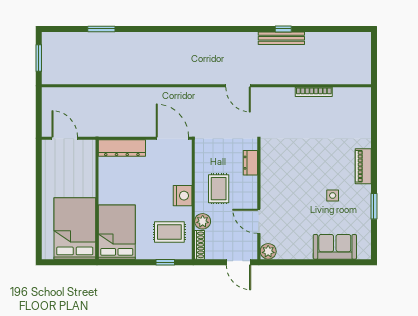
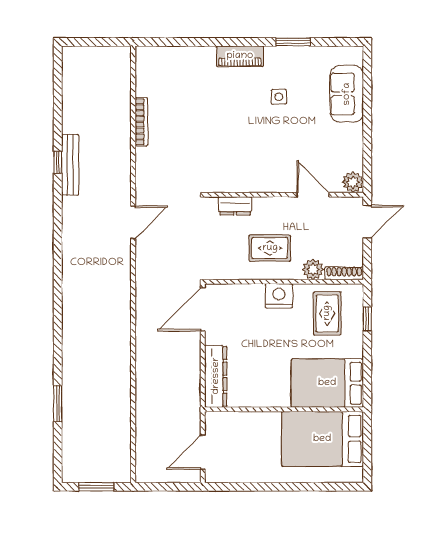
door: (259, 221) -> (313, 195), swing flipped

